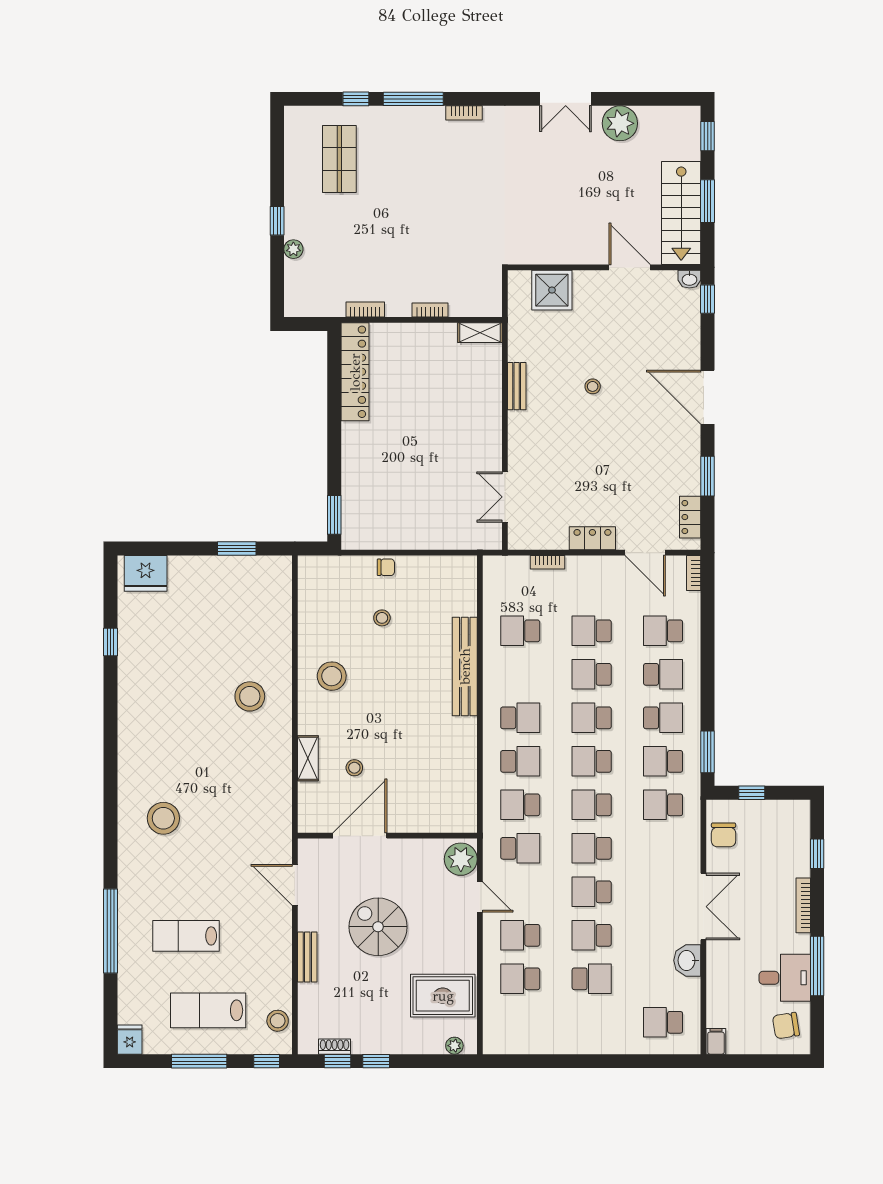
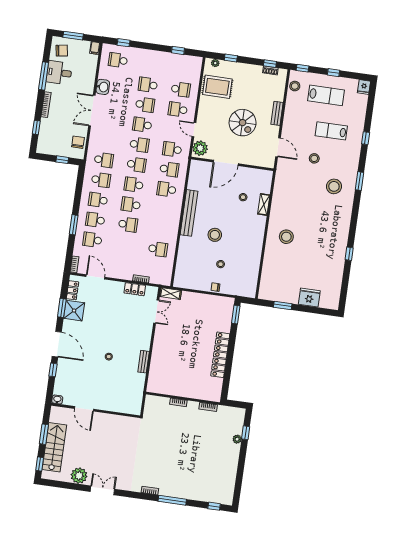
window: (356, 99) -> (214, 506), moved
shop shelf: (339, 159) -> (210, 478), removed
stairs: (681, 213) -> (54, 447), moved
window: (277, 221) -> (246, 433), moved
shower: (552, 290) -> (74, 311), moved
window: (708, 299) -> (53, 370), moved
shelving: (480, 333) -> (170, 294), moved
locker: (355, 372) -> (220, 355), moved
locker: (592, 538) -> (135, 289), moved
fridge: (146, 573) -> (309, 298), moved
school desk: (592, 631) -> (125, 244), removed
school desk: (663, 631) -> (92, 240), turned 180
window: (111, 642) -> (349, 254), moved
bench: (465, 666) -> (189, 213), moved
stool: (332, 676) -> (215, 235), moved
school desk: (520, 718) -> (164, 209), removed
school desk: (592, 718) -> (131, 205), turned 180
window: (708, 752) -> (74, 225), moved
school desk: (592, 761) -> (134, 185), turned 180
door: (360, 836) -> (226, 163), moved
window: (111, 837) -> (360, 181), added
stool: (214, 872) -> (314, 158), added
school desk: (592, 892) -> (142, 125), turned 180
window: (111, 931) -> (366, 138), width x0.32
school desk: (520, 935) -> (178, 109), turned 180
lab bench: (186, 936) -> (331, 131), turned 180
school desk: (663, 1022) -> (118, 60), turned 180
window: (199, 1061) -> (333, 73), width x0.46
window: (376, 1061) -> (231, 58), moved
window: (538, 1061) -> (178, 50), added
window: (656, 1061) -> (124, 43), added
window: (766, 1061) -> (73, 36), added

